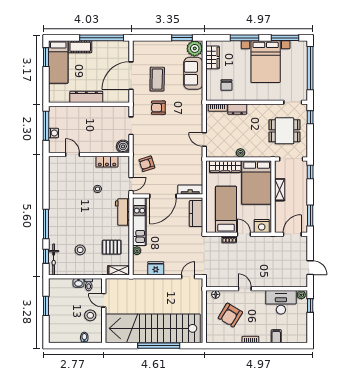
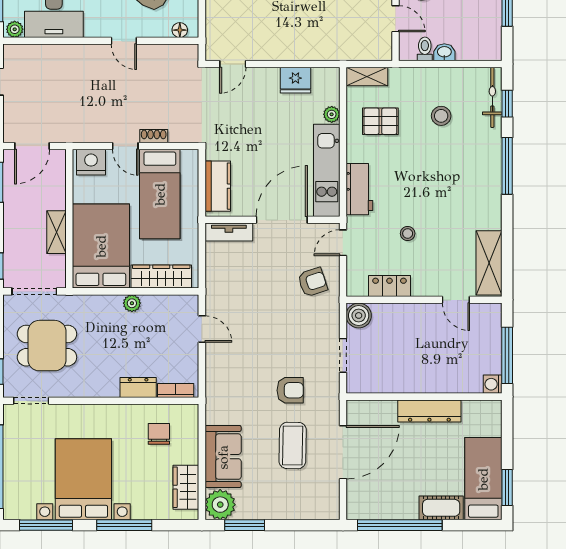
washing machine: (54, 133) -> (493, 384), moved
shelving: (55, 174) -> (489, 263), added

